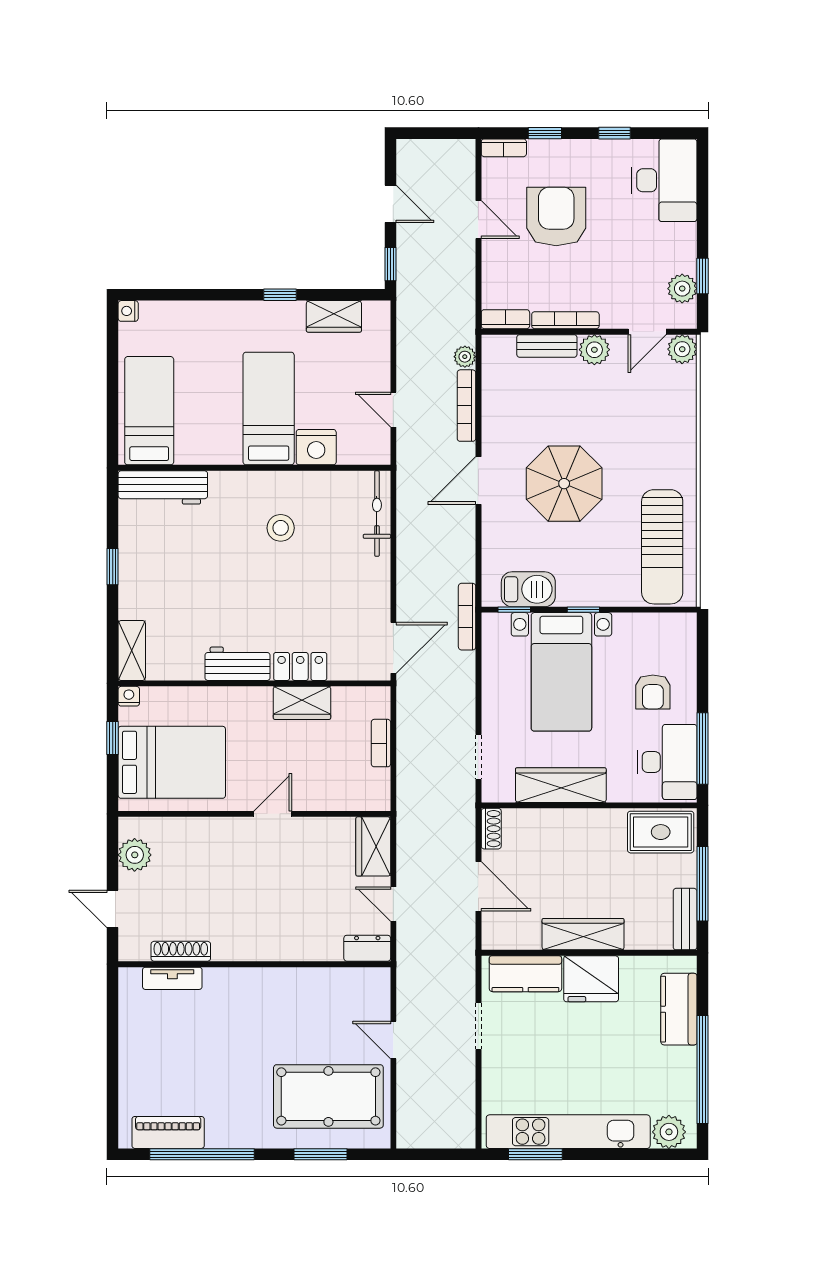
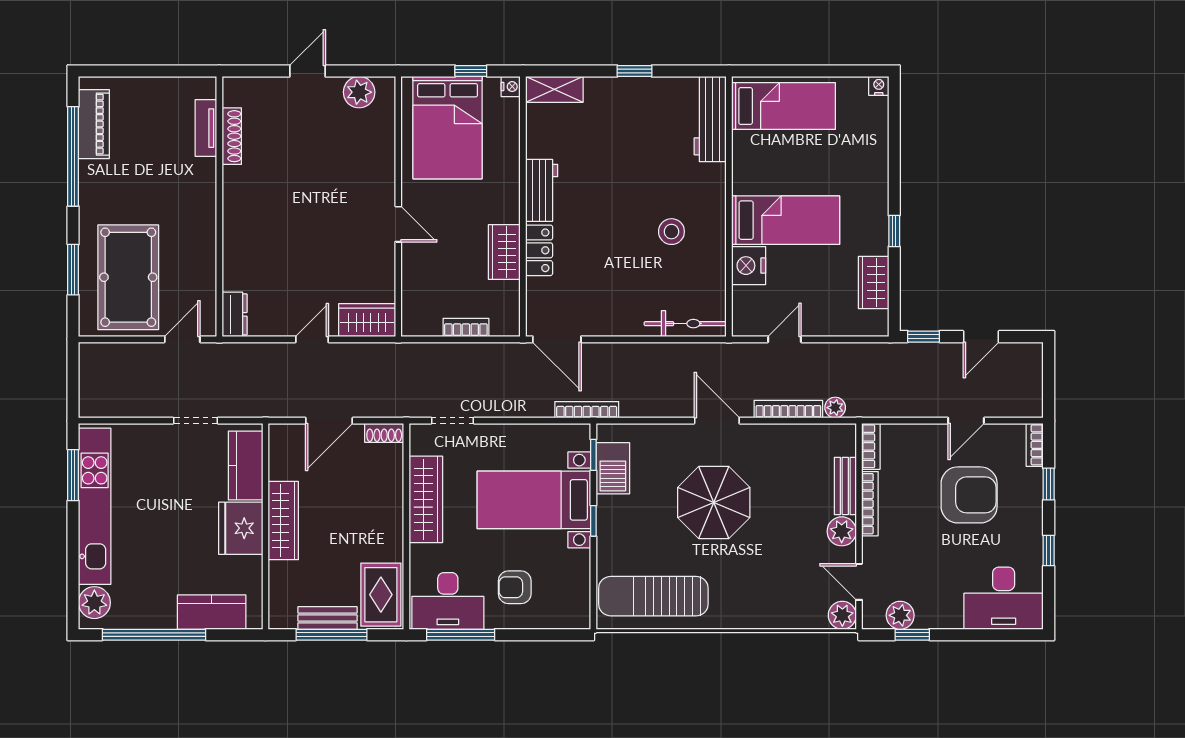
bench: (685, 919) -> (328, 618), moved
dresser: (367, 948) -> (235, 314), moved
shoe rack: (181, 951) -> (232, 136), moved
wall: (254, 964) -> (219, 207), moved
tv unit: (172, 978) -> (206, 128), moved

